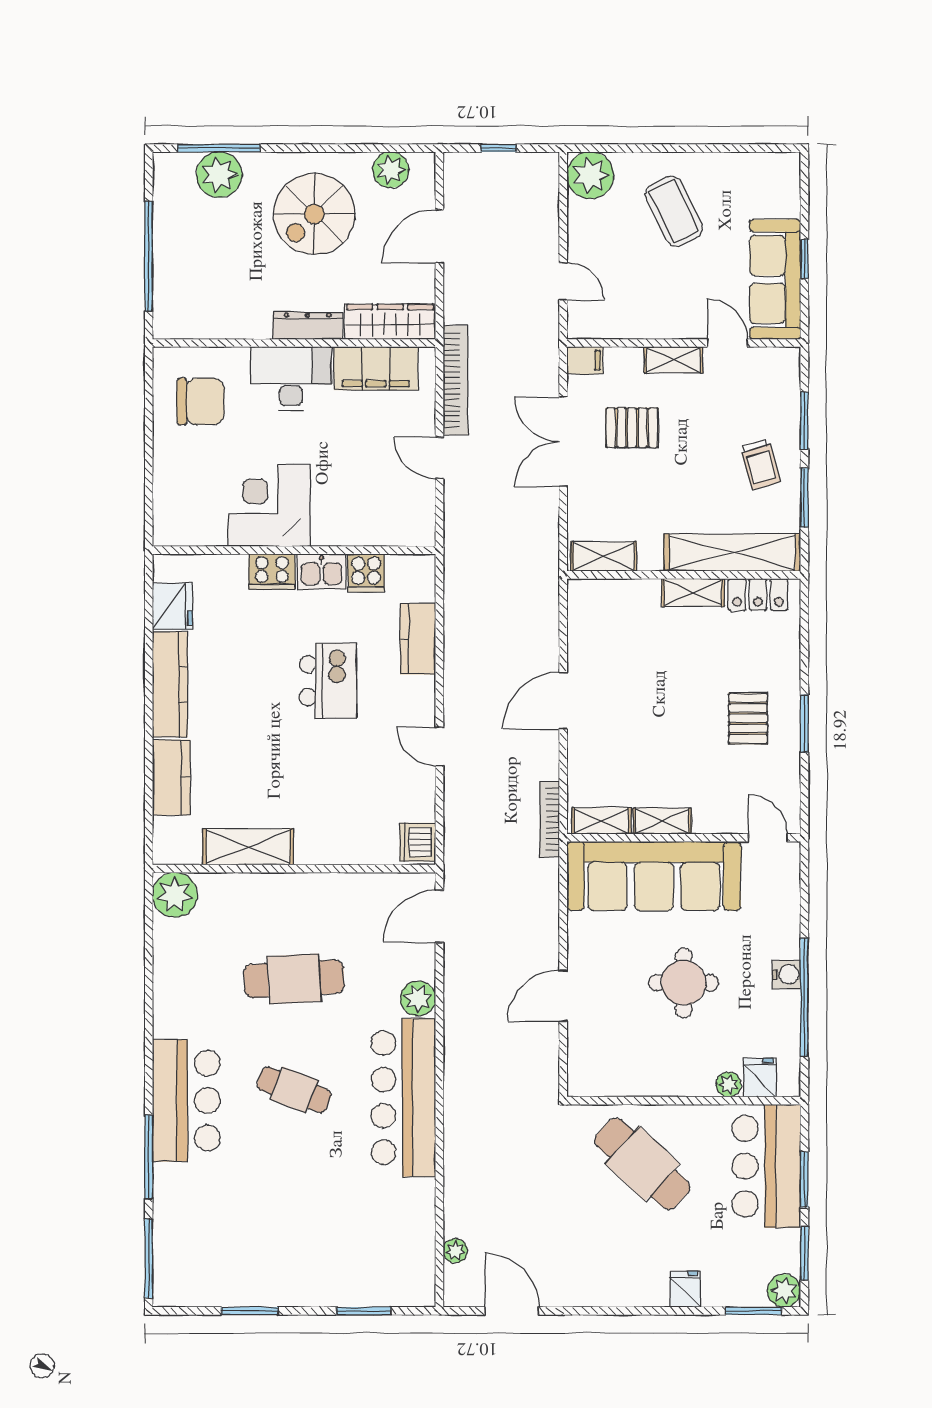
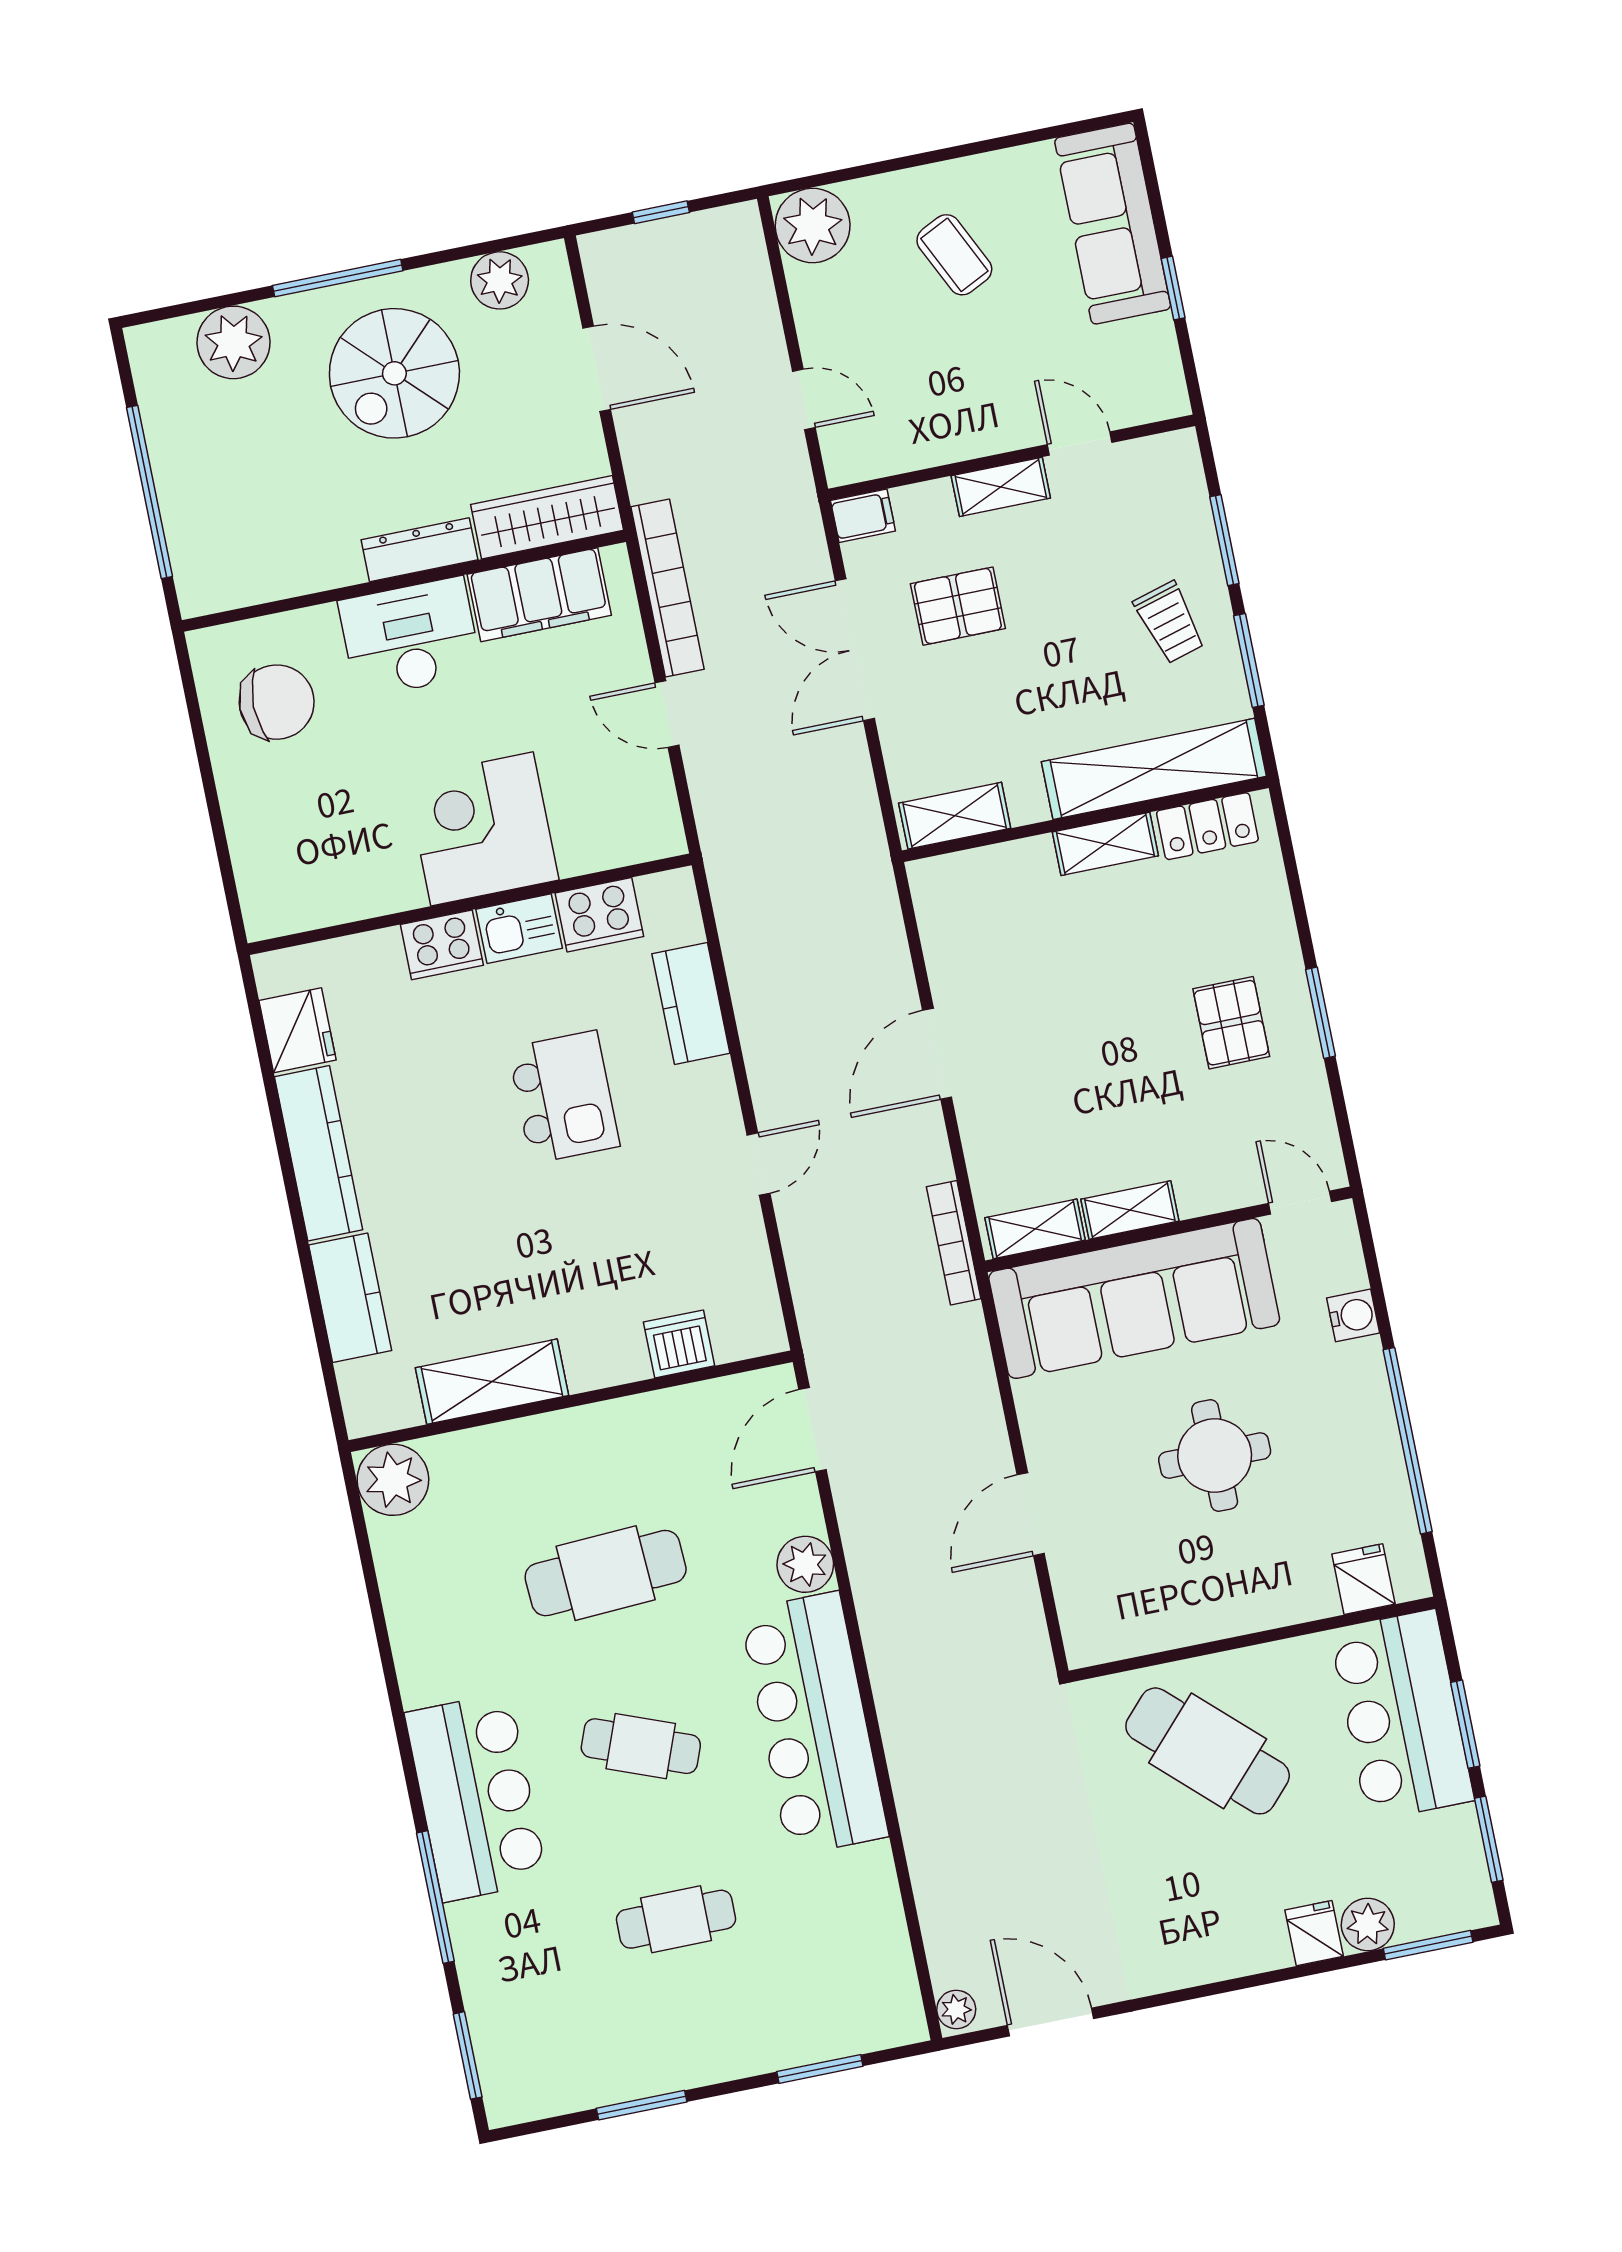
window: (219, 148) -> (338, 278), moved
coffee table: (674, 211) -> (954, 255), width x0.73, depth x0.77
door: (439, 236) -> (597, 369), swing flipped
sofa: (775, 279) -> (1113, 224), moved
corner desk: (269, 505) -> (482, 829), moved
cooker: (366, 573) -> (599, 915), width x1.36
door: (439, 746) -> (758, 1164), swing flipped
dishwasher: (418, 842) -> (679, 1344), moved, turned 90
water cooler: (786, 974) -> (1353, 1315), moved
plant: (729, 1084) -> (1317, 1600), removed
cafe table: (294, 1201) -> (676, 1919), added
plant: (455, 1251) -> (956, 2009), moved
window: (149, 1259) -> (468, 2055), width x0.69
plant: (784, 1291) -> (1368, 1925), moved

